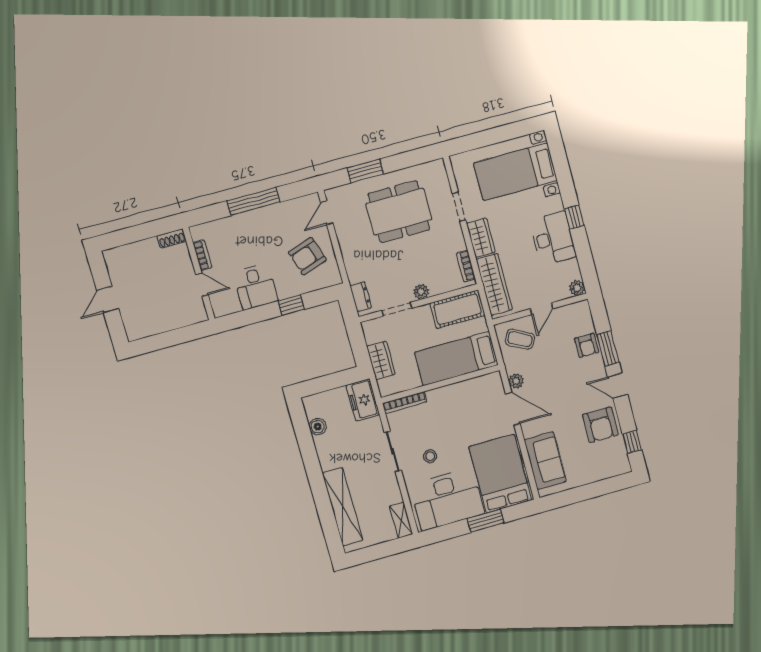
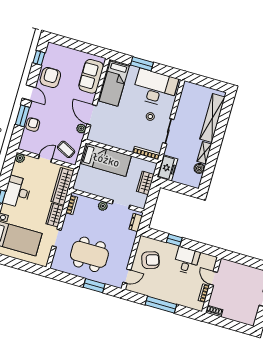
cot: (457, 309) -> (89, 185), removed
bed: (500, 474) -> (114, 83), width x0.67
shelving: (401, 520) -> (204, 153), moved

